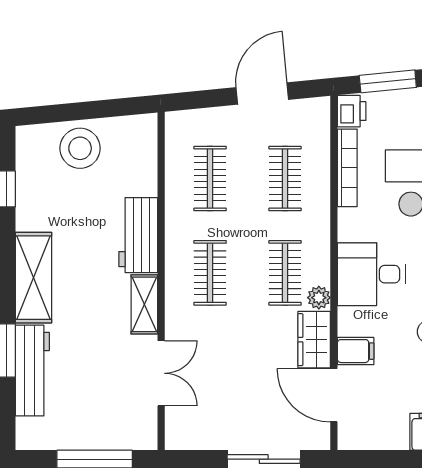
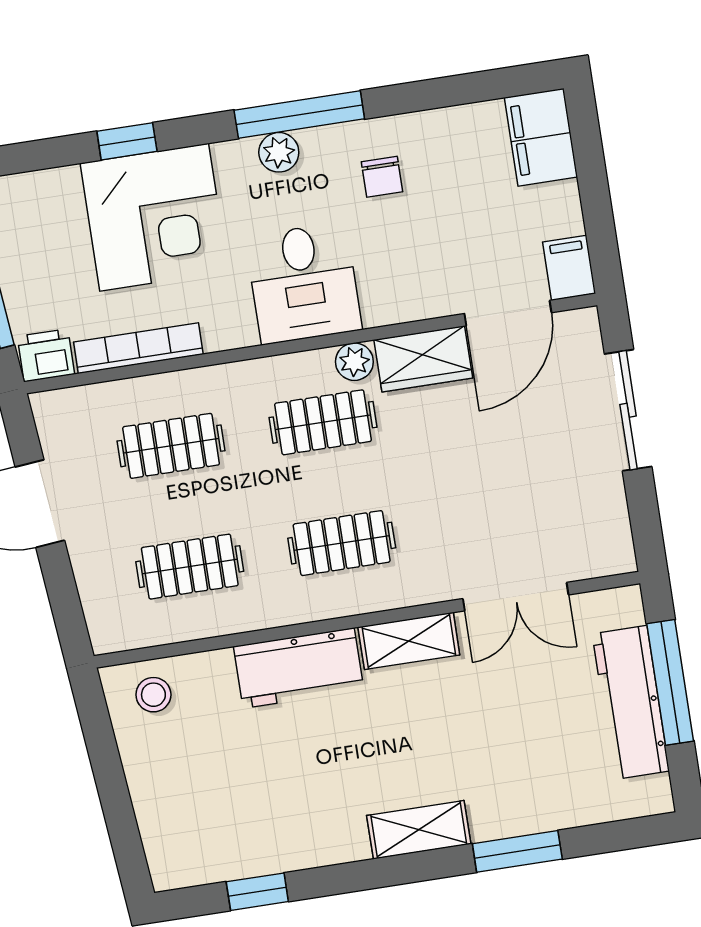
stool: (80, 148) -> (153, 695), moved, width x0.53, depth x0.53
shelving: (33, 278) -> (419, 830), width x0.67, depth x0.75
filing cabinet: (356, 351) -> (569, 268), moved
workbench: (32, 371) -> (631, 702), moved, turned -90
double door: (161, 373) -> (516, 597), swing flipped

